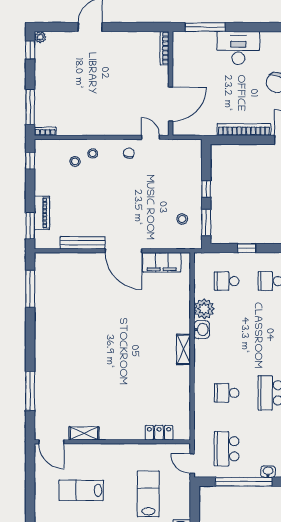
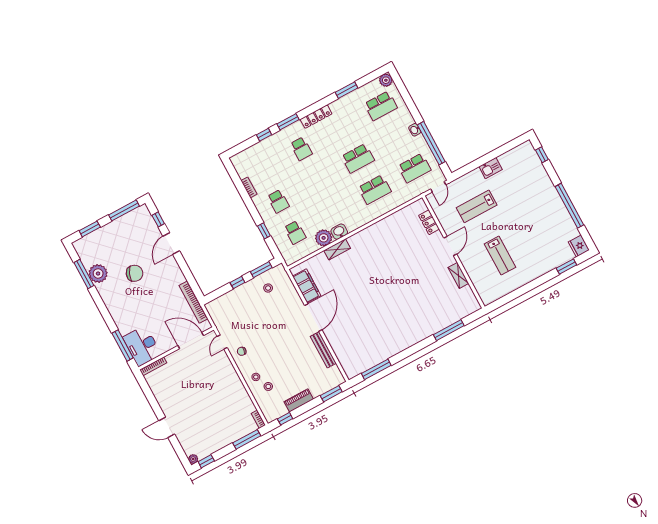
desk: (238, 48) -> (142, 346), moved
bookcase: (244, 130) -> (193, 302), moved
piano: (42, 213) -> (299, 400), moved
shelving: (184, 349) -> (337, 249), moved
school desk: (227, 393) -> (375, 189), width x1.85
door: (51, 442) -> (450, 246), moved

